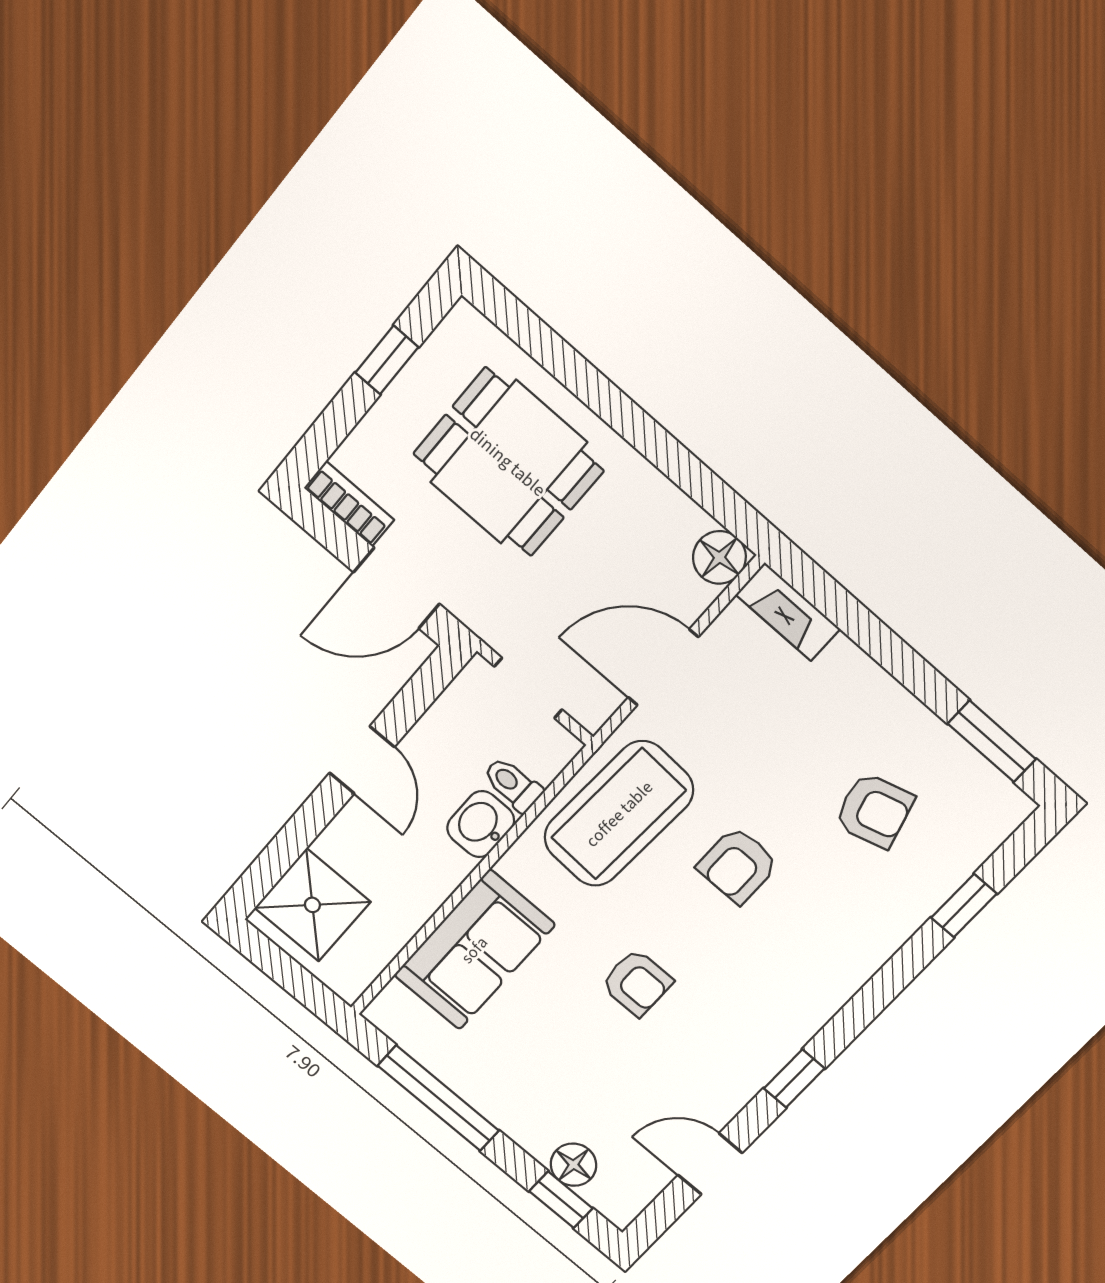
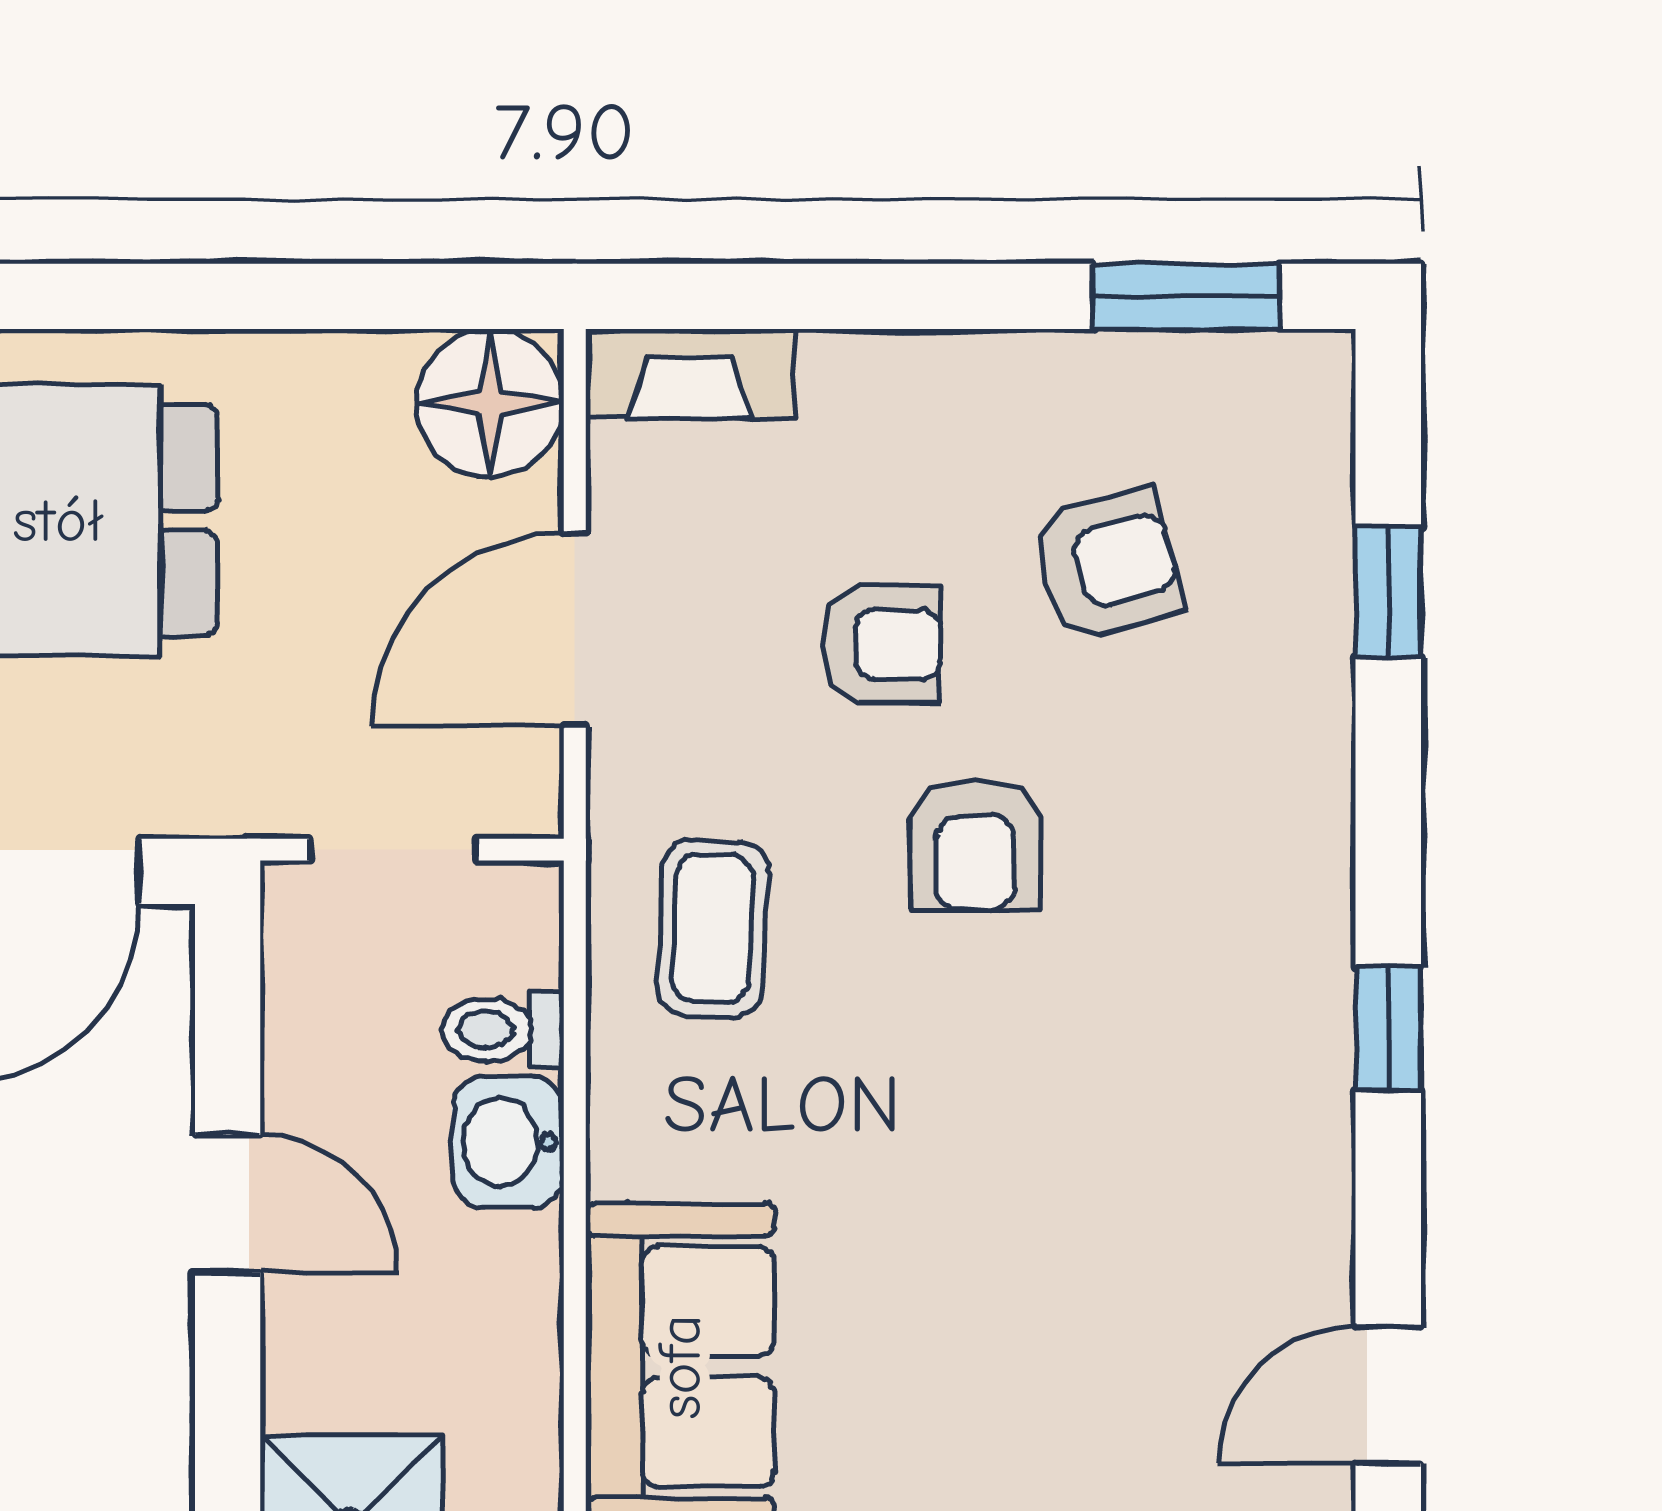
floor lamp: (719, 557) -> (490, 403), width x1.38, depth x1.38
coffee table: (619, 814) -> (713, 928), width x0.54, depth x0.58
armchair: (637, 983) -> (881, 644), moved
window: (794, 1078) -> (1388, 1029), moved

